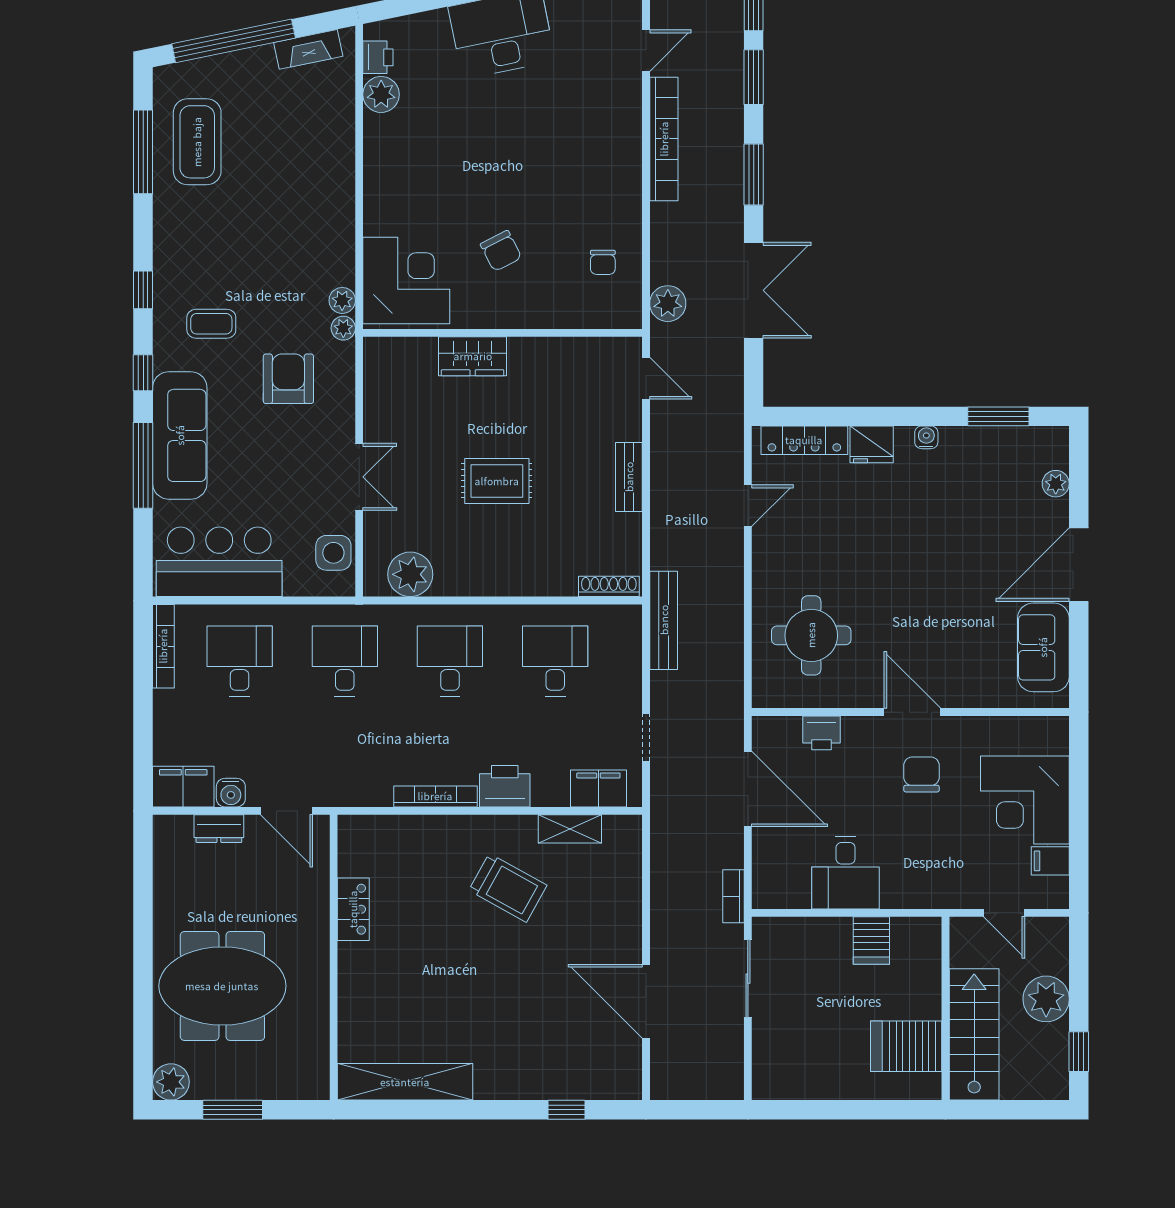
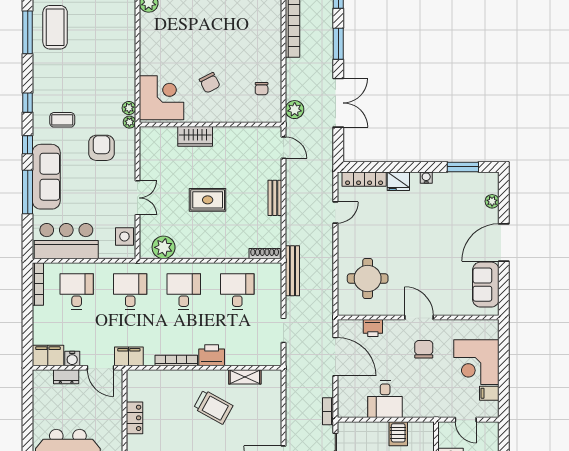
filing cabinet: (598, 788) -> (129, 356), moved

